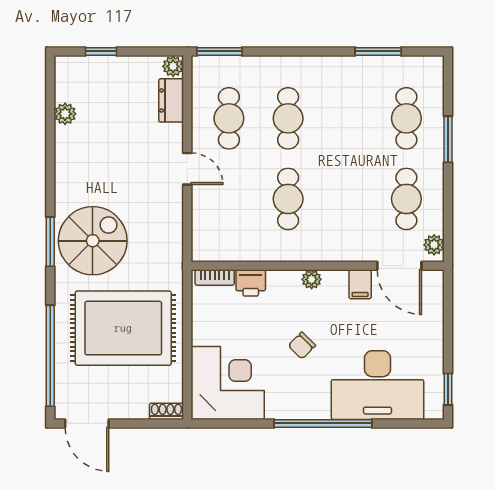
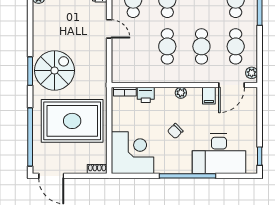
cafe table: (347, 199) -> (201, 46), added
door: (399, 266) -> (232, 85), hinge flipped

